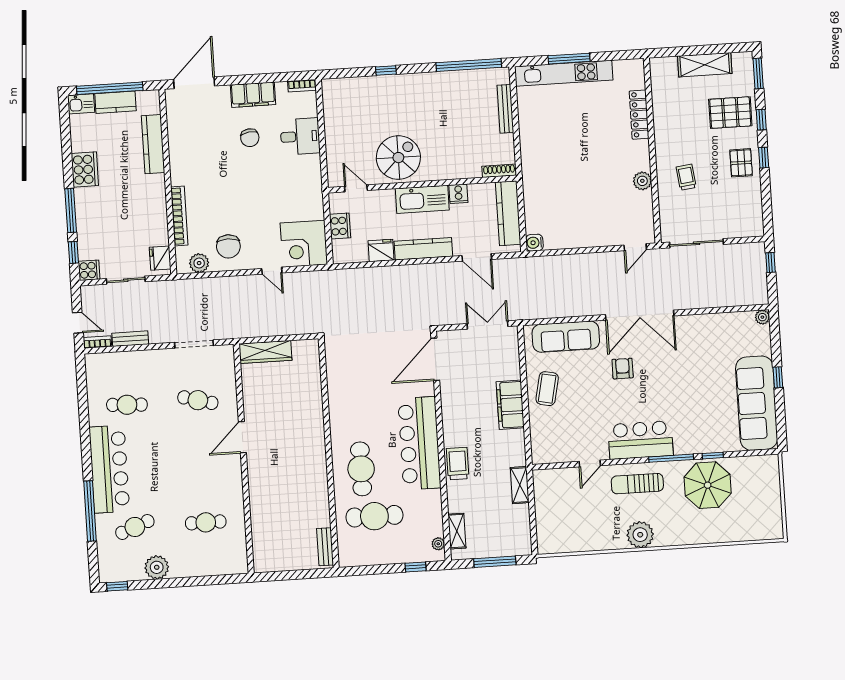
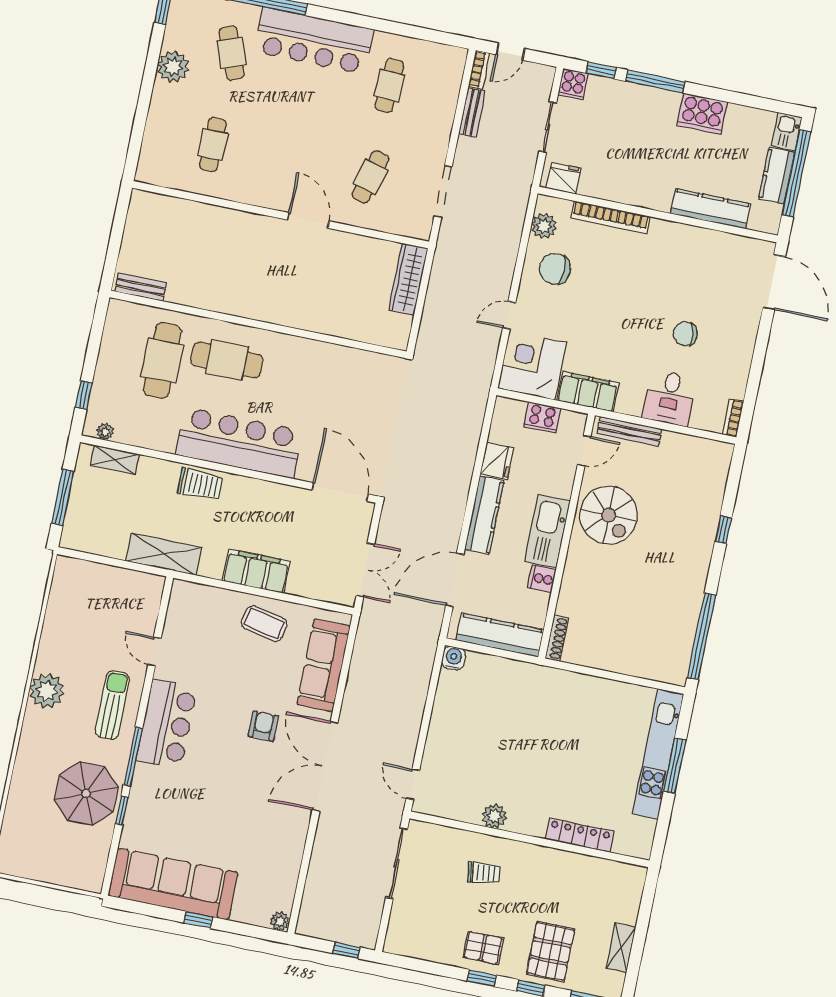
shelving: (705, 65) -> (621, 948), width x0.67, depth x0.75
filing cabinet: (253, 95) -> (588, 392), moved, turned 90
bench: (505, 109) -> (629, 431), moved
door: (477, 257) -> (455, 580), width x1.36
armchair: (623, 369) -> (263, 726), turned -90
shelving: (520, 485) -> (164, 554), width x1.50, depth x1.33

